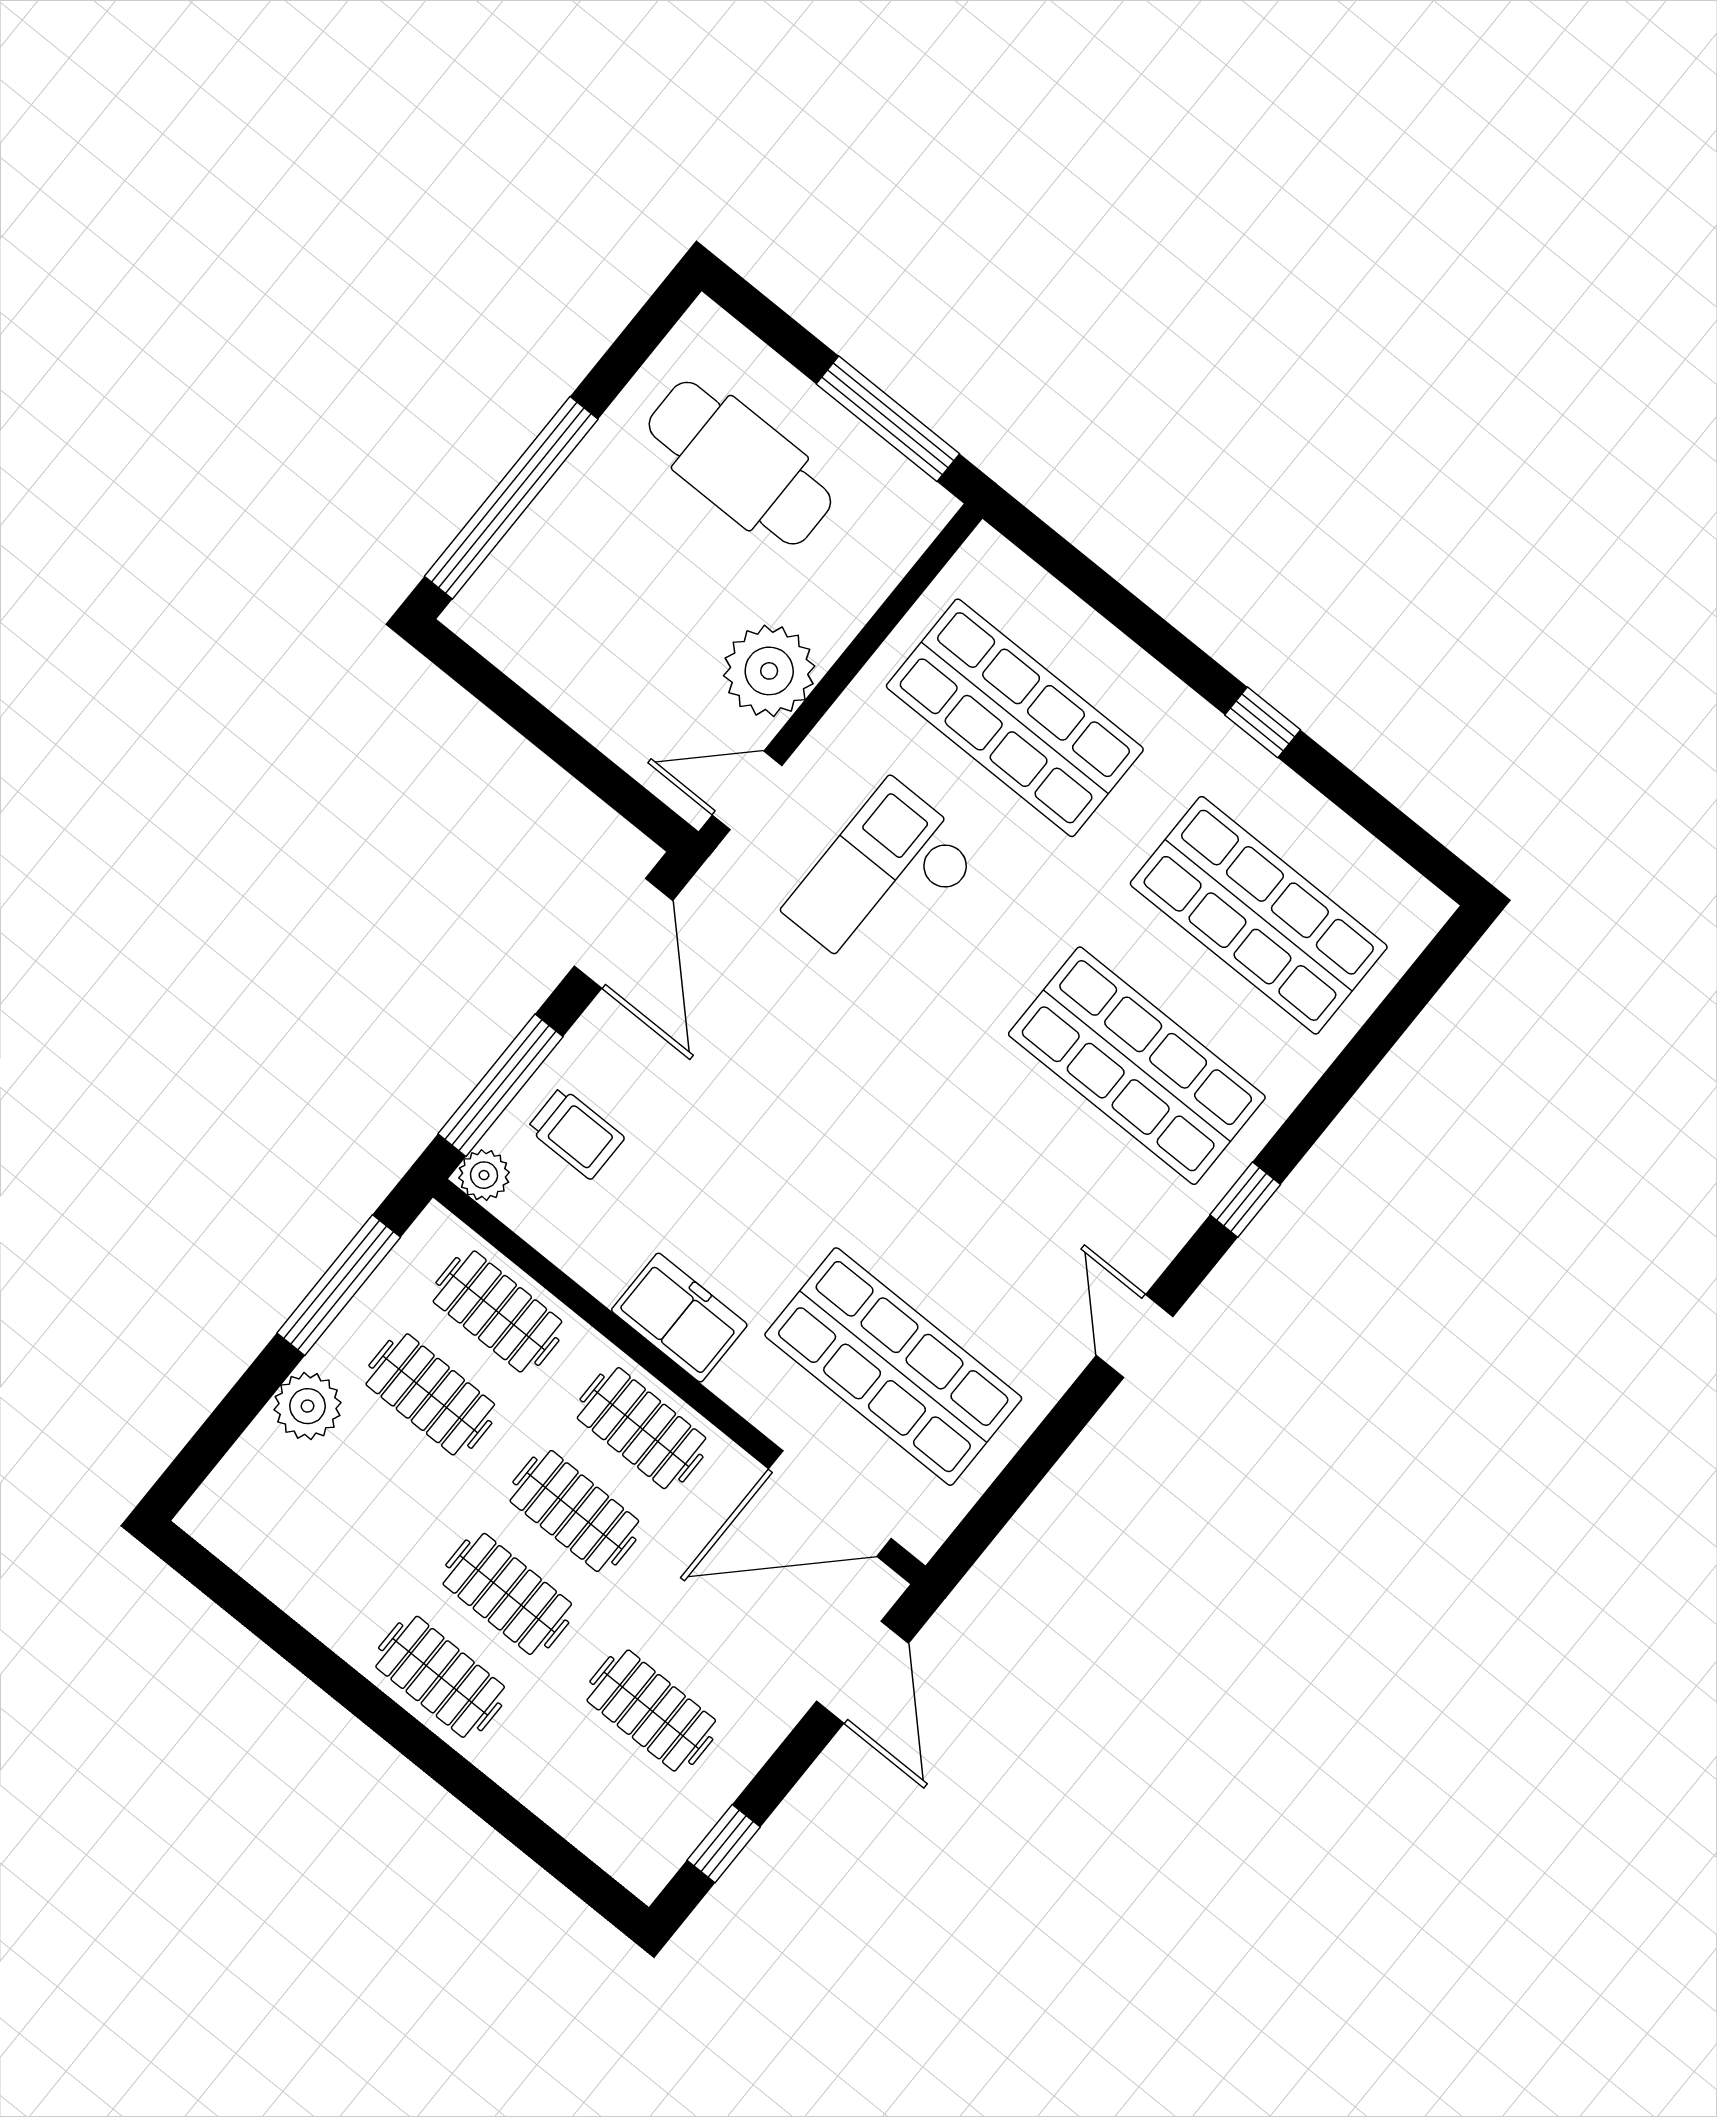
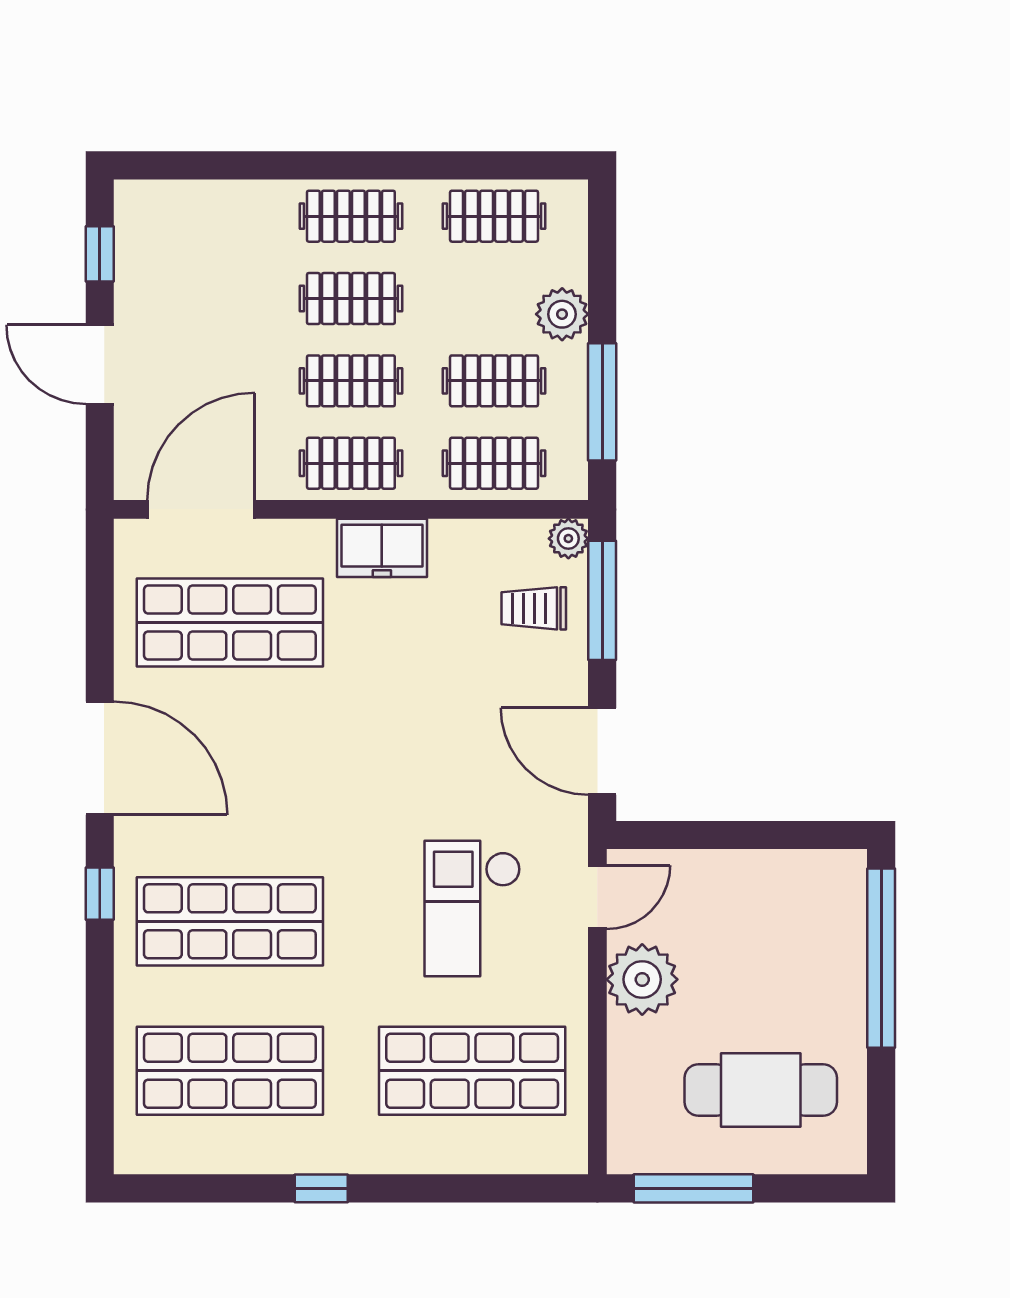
checkout: (882, 881) -> (472, 909), turned 180
door: (1135, 1336) -> (100, 758), width x1.87
door: (862, 1672) -> (100, 364), moved
clothes rail: (651, 1711) -> (494, 216), moved

